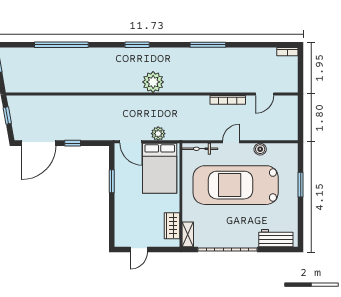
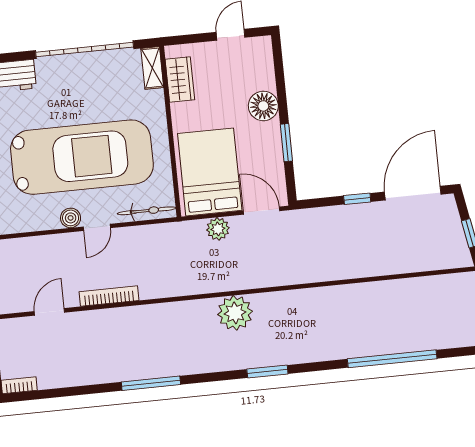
boiler: (260, 149) -> (71, 218), moved
floor lamp: (123, 205) -> (263, 106), added

